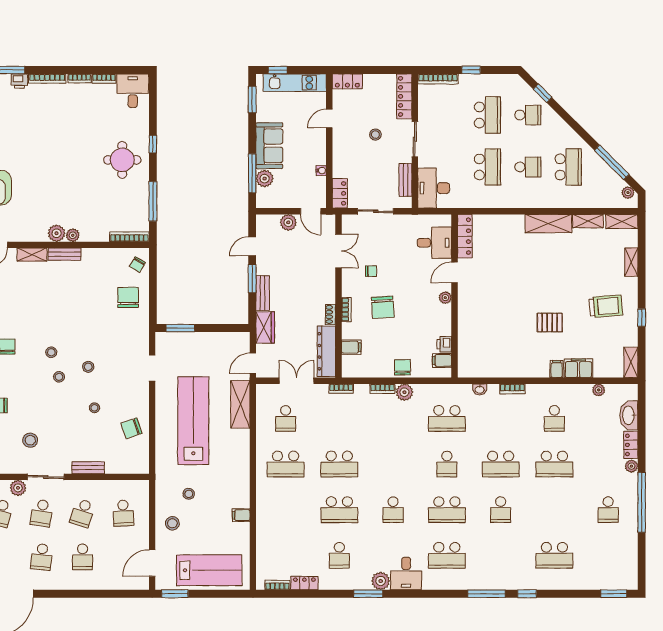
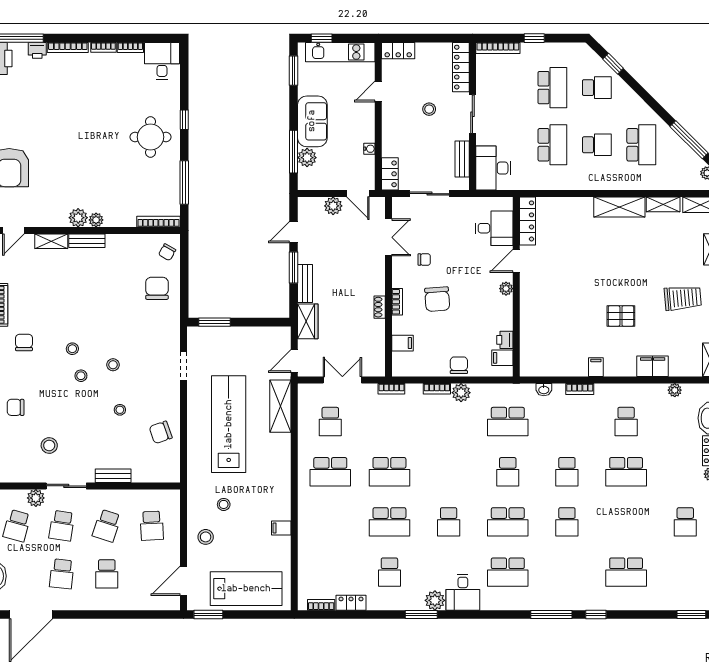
dresser: (326, 351) -> (375, 348), removed
filing cabinet: (557, 369) -> (596, 367), moved
school desk: (501, 464) -> (567, 472), width x0.54

